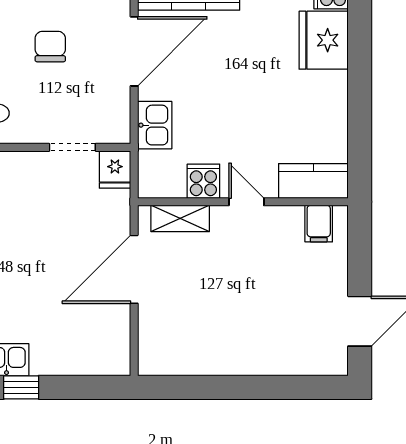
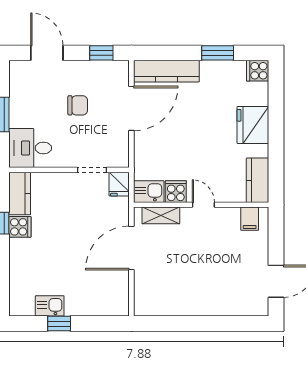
fridge: (324, 40) -> (253, 125), moved
chair: (50, 47) -> (78, 105), turned 90
kitchen sink: (155, 125) -> (149, 192), moved, turned -90
kitchen counter: (313, 181) -> (257, 180), moved, turned -90

